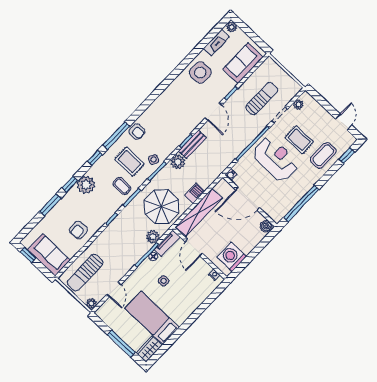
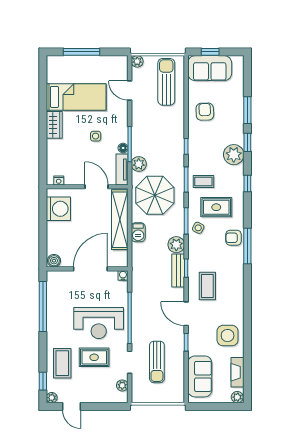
coffee table: (183, 117) -> (207, 286), added
window: (116, 136) -> (247, 246), moved
plant: (351, 140) -> (52, 398), added
window: (28, 255) -> (210, 52), moved
wardrobe: (149, 349) -> (54, 125), moved

